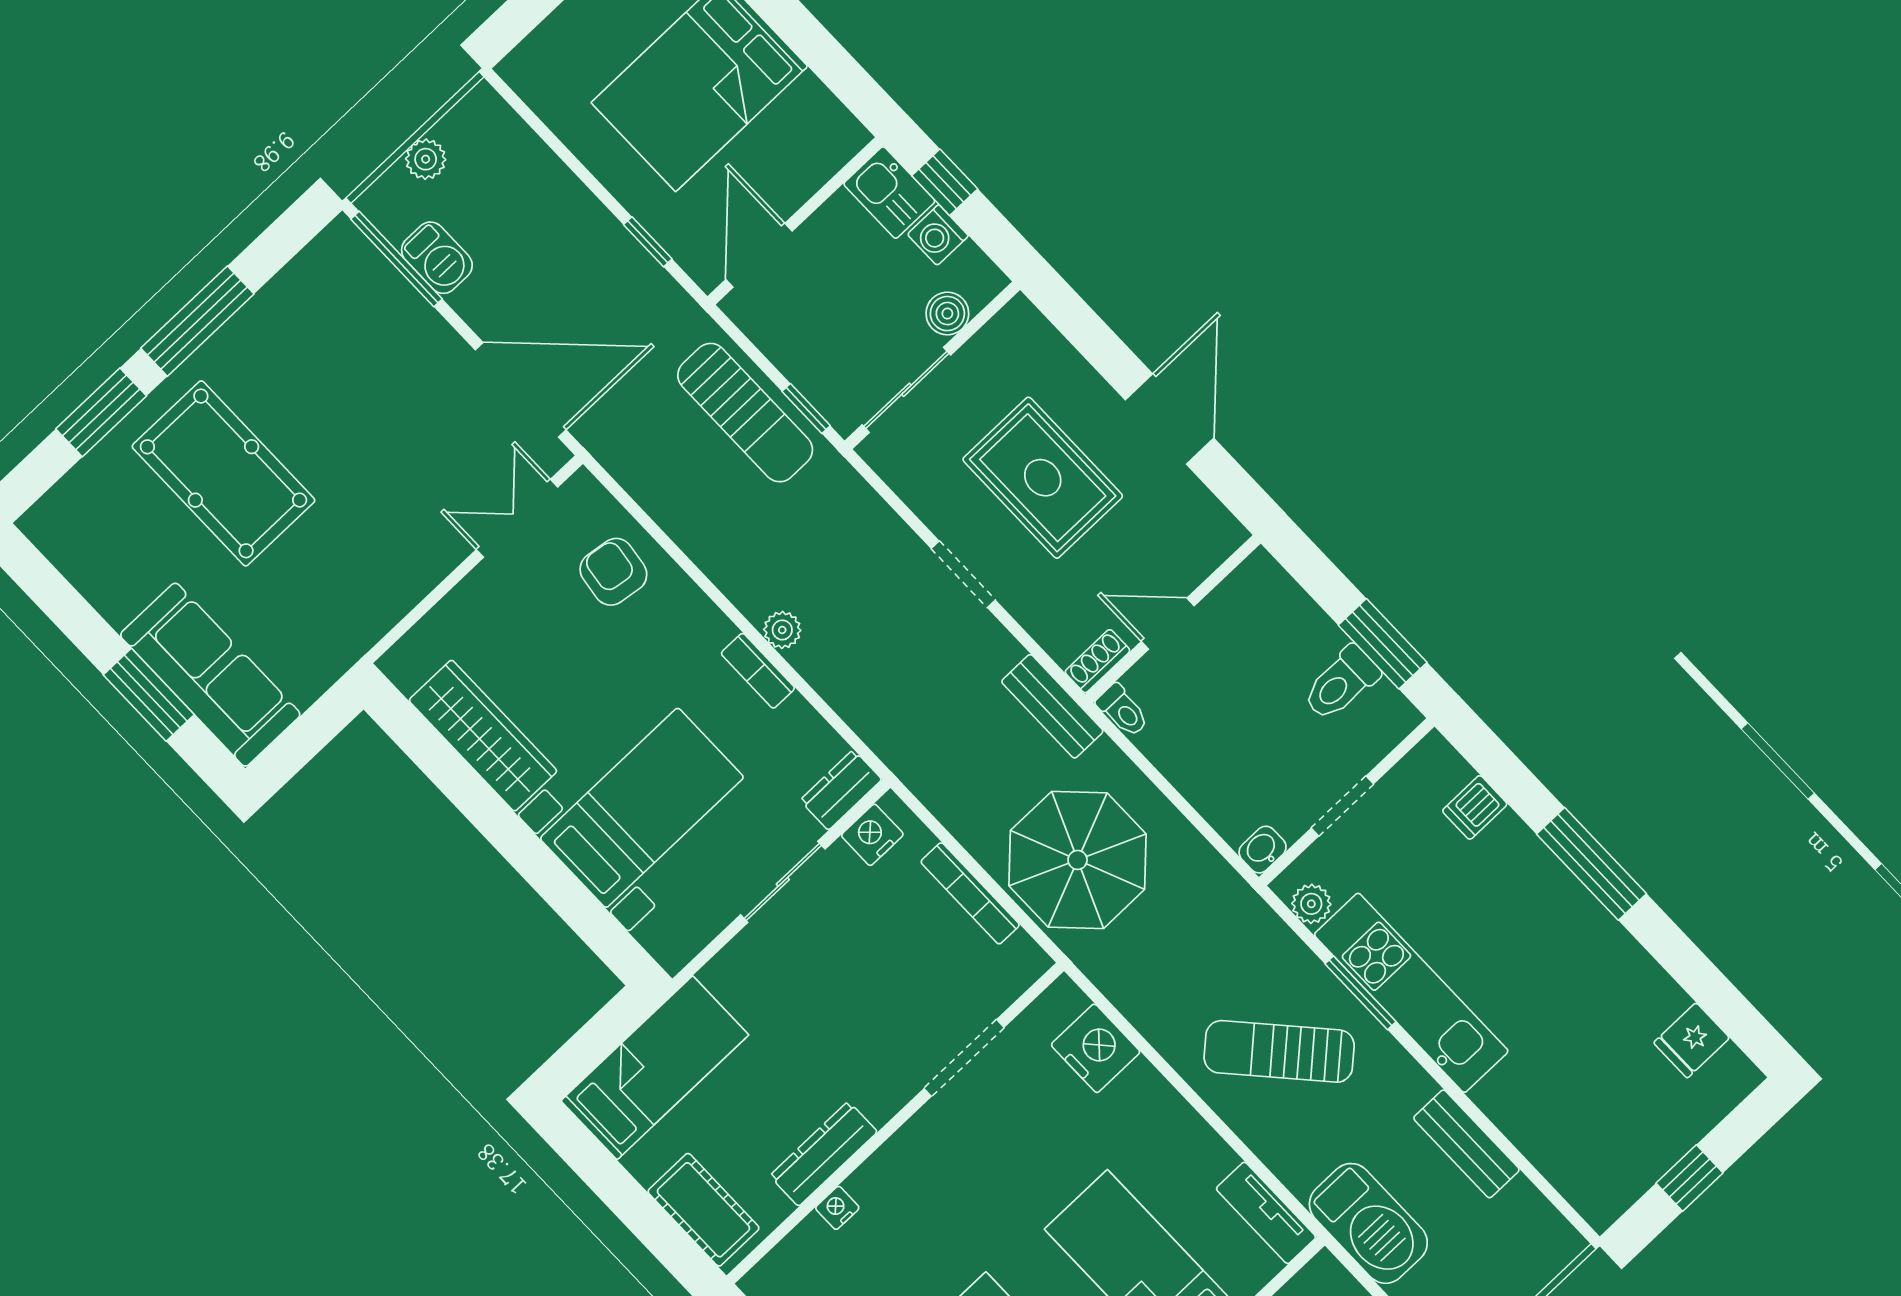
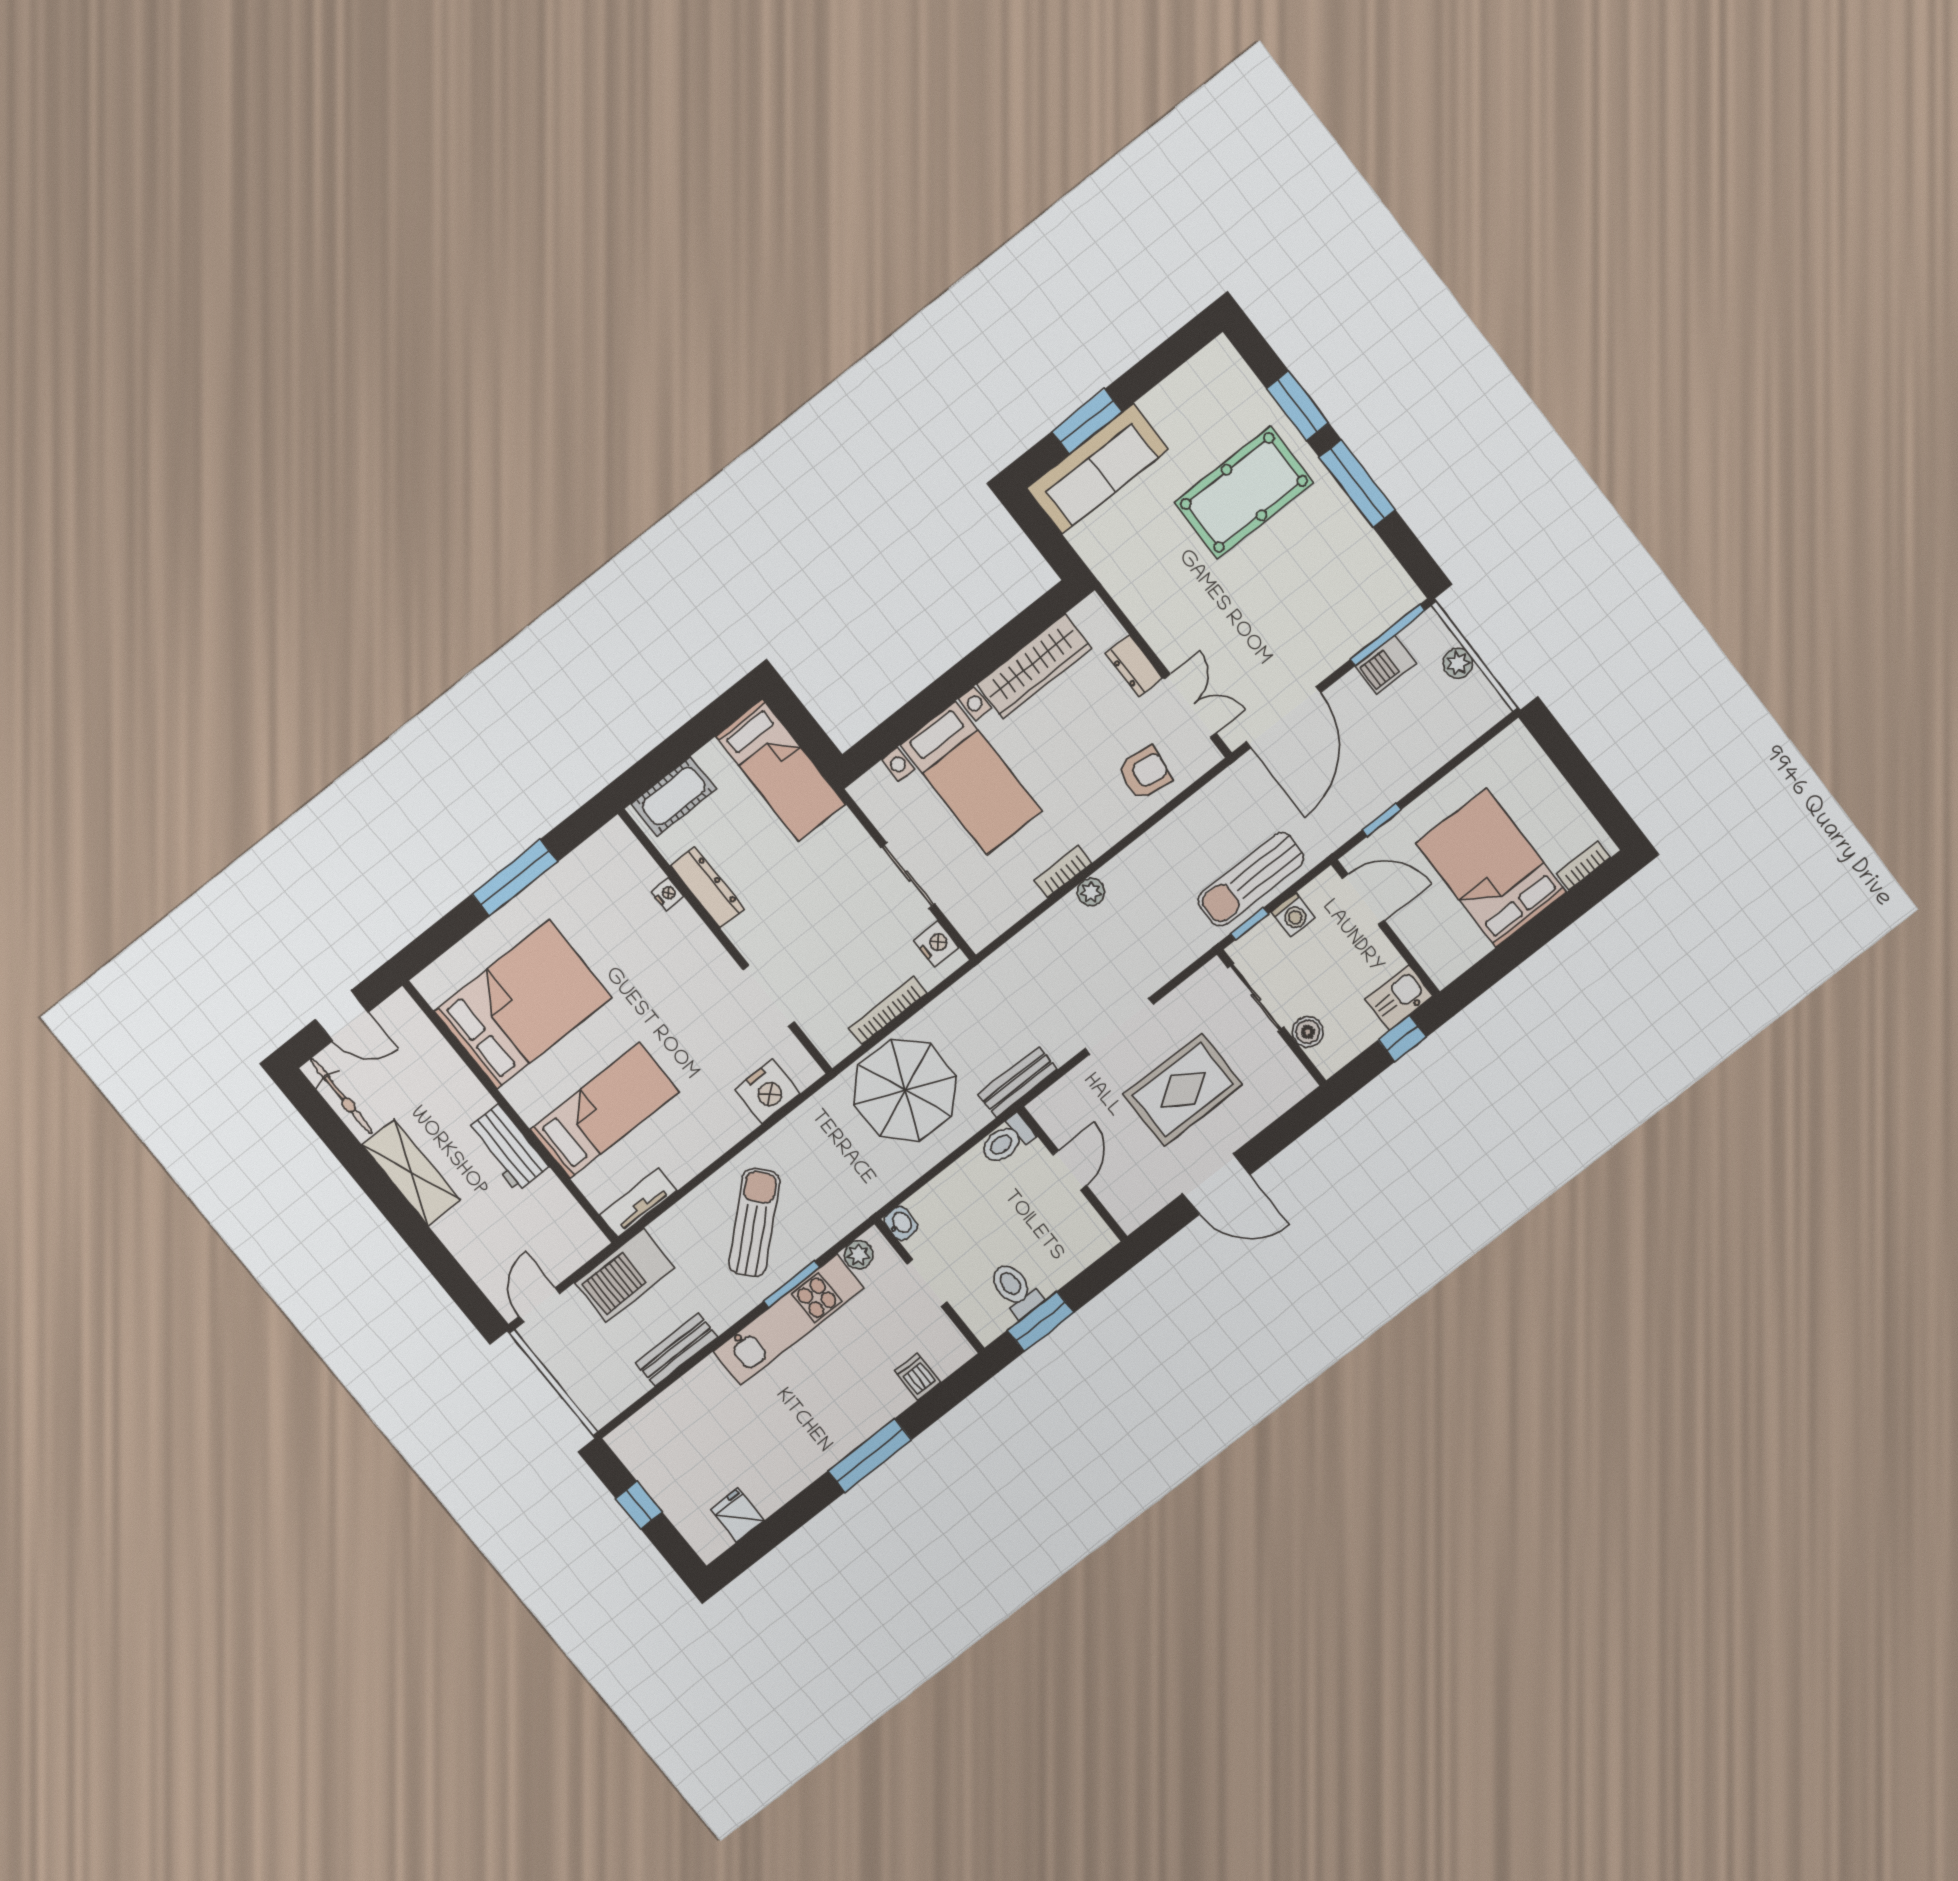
washing machine: (938, 235) -> (1293, 915), moved, turned 180
doorway: (963, 574) -> (1119, 1026), width x1.38
shoe rack: (1097, 661) -> (1047, 1117), removed
toilet: (1123, 710) -> (1007, 1140), width x1.37, depth x1.39
dresser: (841, 790) -> (1134, 666), moved, turned 180

